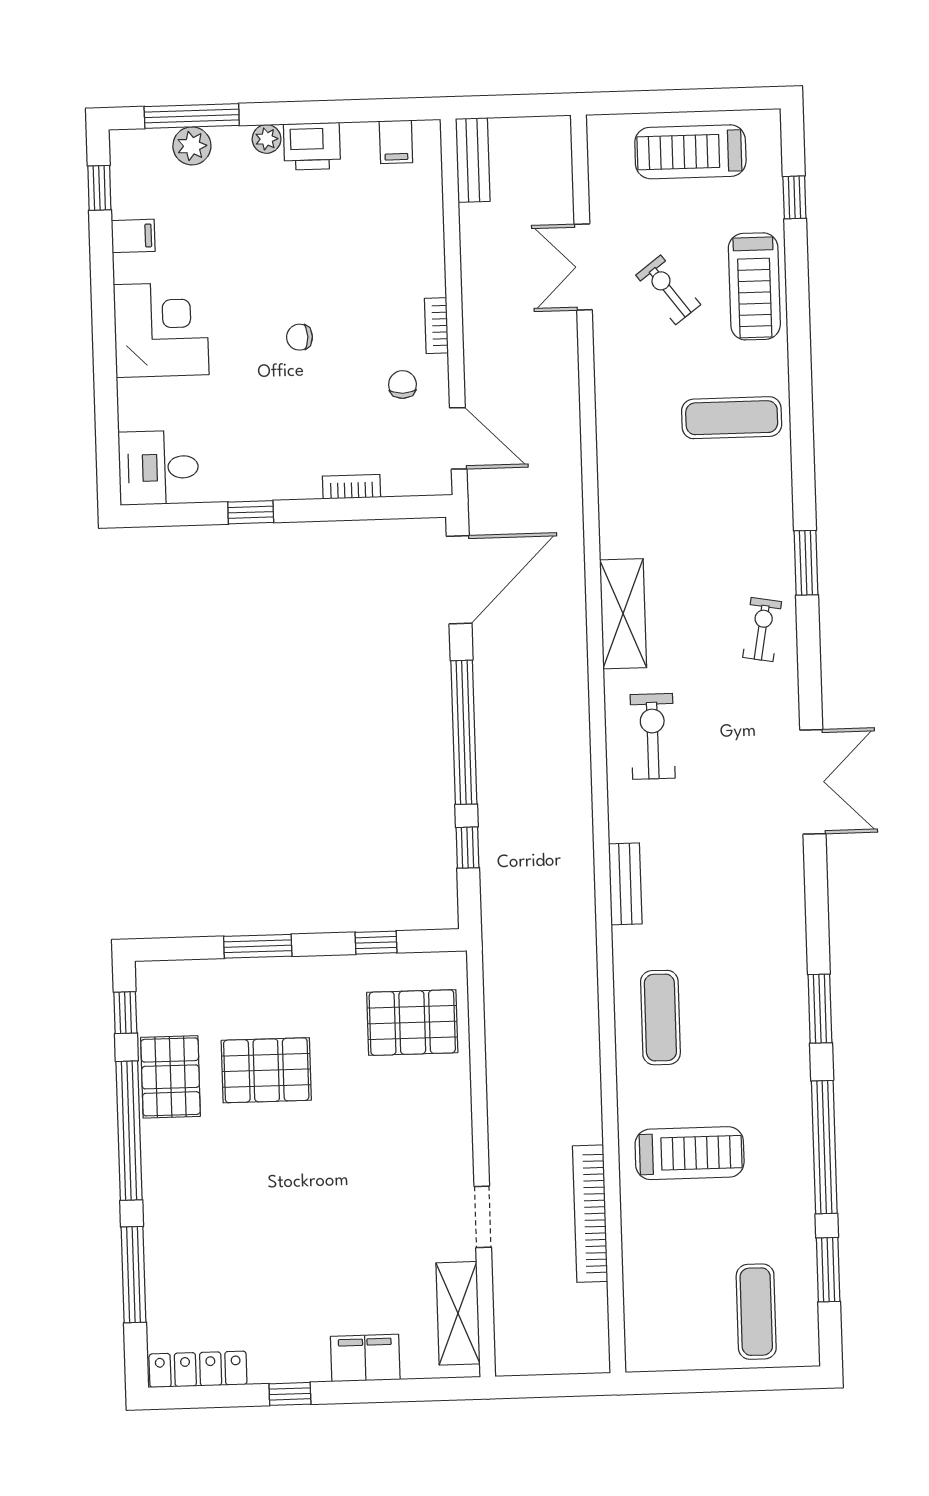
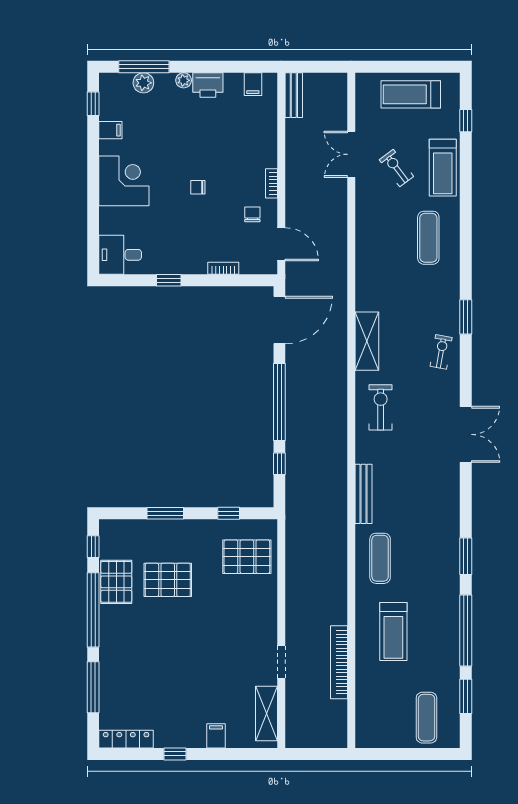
exercise mat: (732, 418) -> (428, 238), turned 90
bench: (625, 884) -> (363, 494), width x1.36
treadmill: (690, 1153) -> (393, 632), turned 90
filing cabinet: (365, 1358) -> (216, 736), width x0.50

